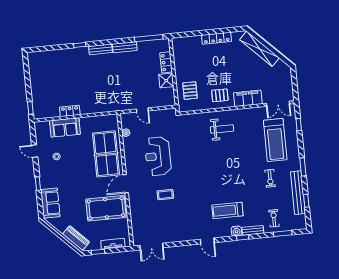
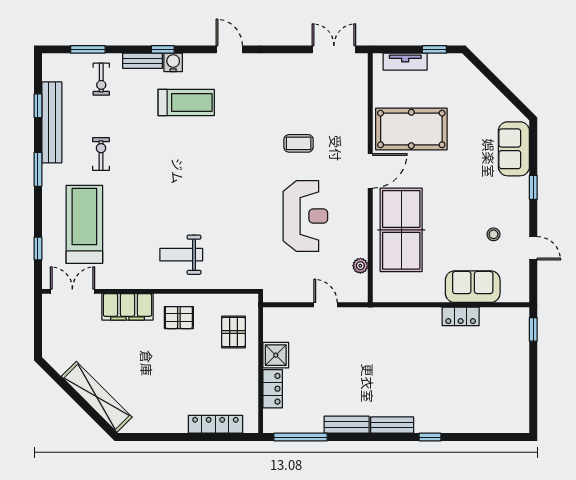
locker: (216, 38) -> (215, 424), moved
piano: (76, 238) -> (473, 79), removed

